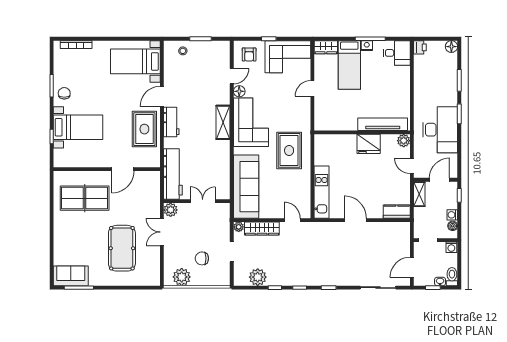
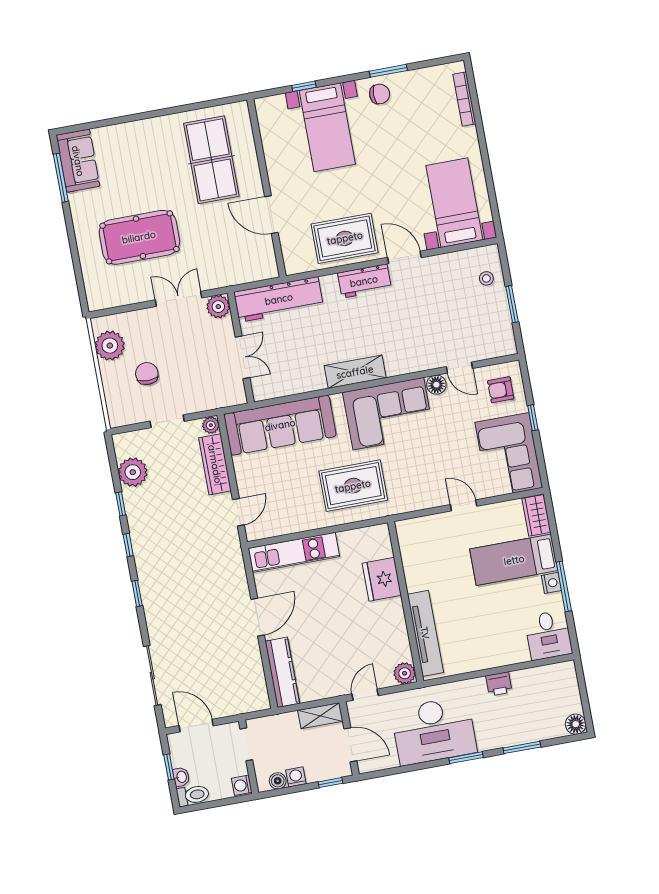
printer: (420, 47) -> (499, 684), moved
shelving: (223, 122) -> (355, 372), moved
fridge: (369, 144) -> (382, 579), moved
kitchen counter: (397, 212) -> (282, 672), width x1.50

